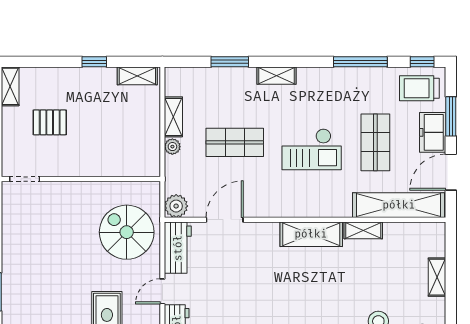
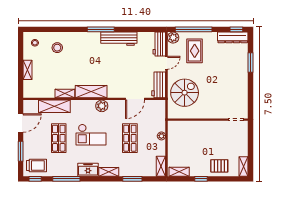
shelving: (173, 117) -> (161, 166), moved
pallet: (50, 122) -> (219, 166), moved
freezer: (433, 132) -> (88, 170), moved, turned -90
shop shelf: (235, 142) -> (130, 138), turned 90
checkout: (312, 149) -> (91, 135), turned 180
shelving: (399, 205) -> (54, 106), width x0.68
plant: (176, 206) -> (102, 106), moved
spiral stairs: (127, 232) -> (185, 93), turned -90

